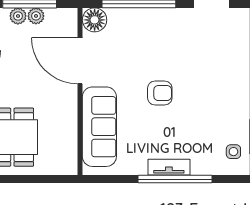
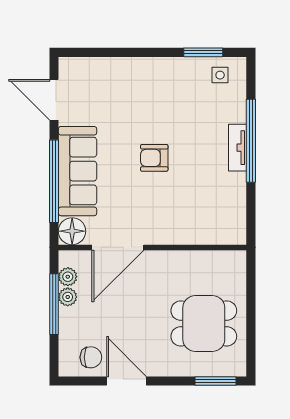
plant: (18, 16) -> (68, 277), moved
armchair: (160, 93) -> (154, 158), turned -90
sofa: (99, 127) -> (78, 171), moved, turned 90

